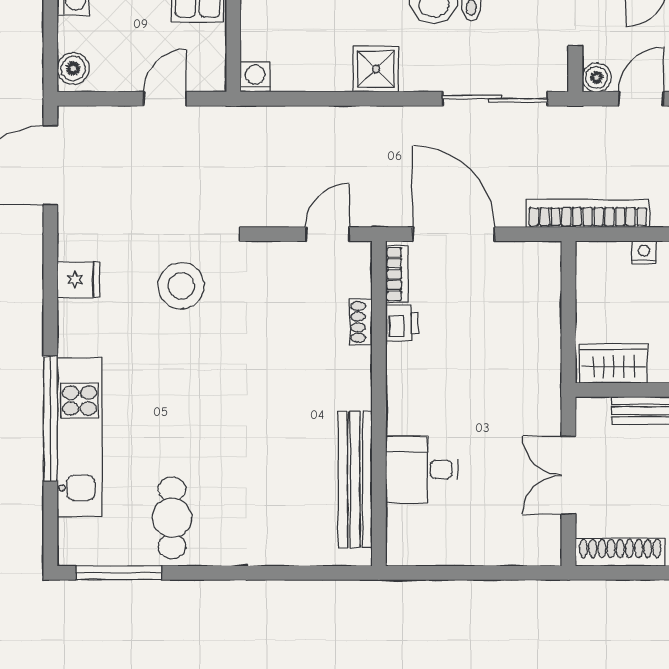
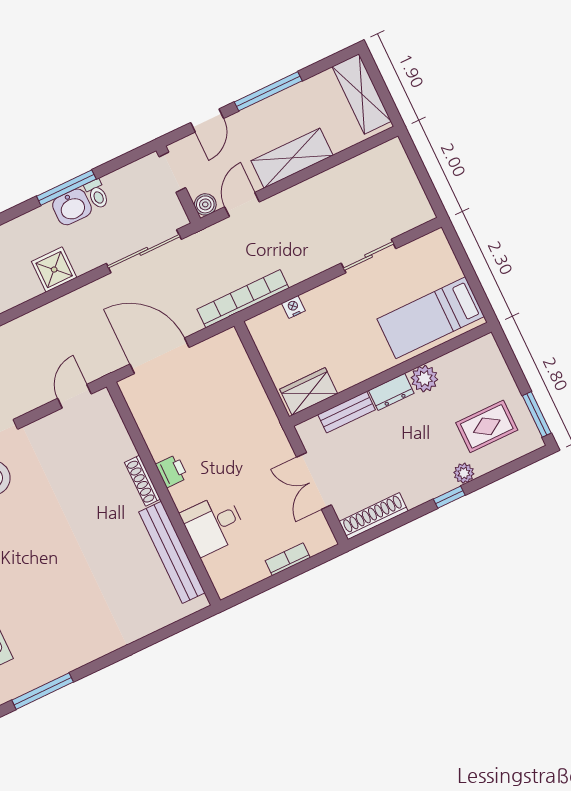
bookcase: (397, 274) -> (288, 559), moved, turned -90
shoe rack: (361, 322) -> (142, 481), moved, width x1.43
printer: (402, 323) -> (172, 471), moved
cafe table: (172, 518) -> (61, 637), removed

